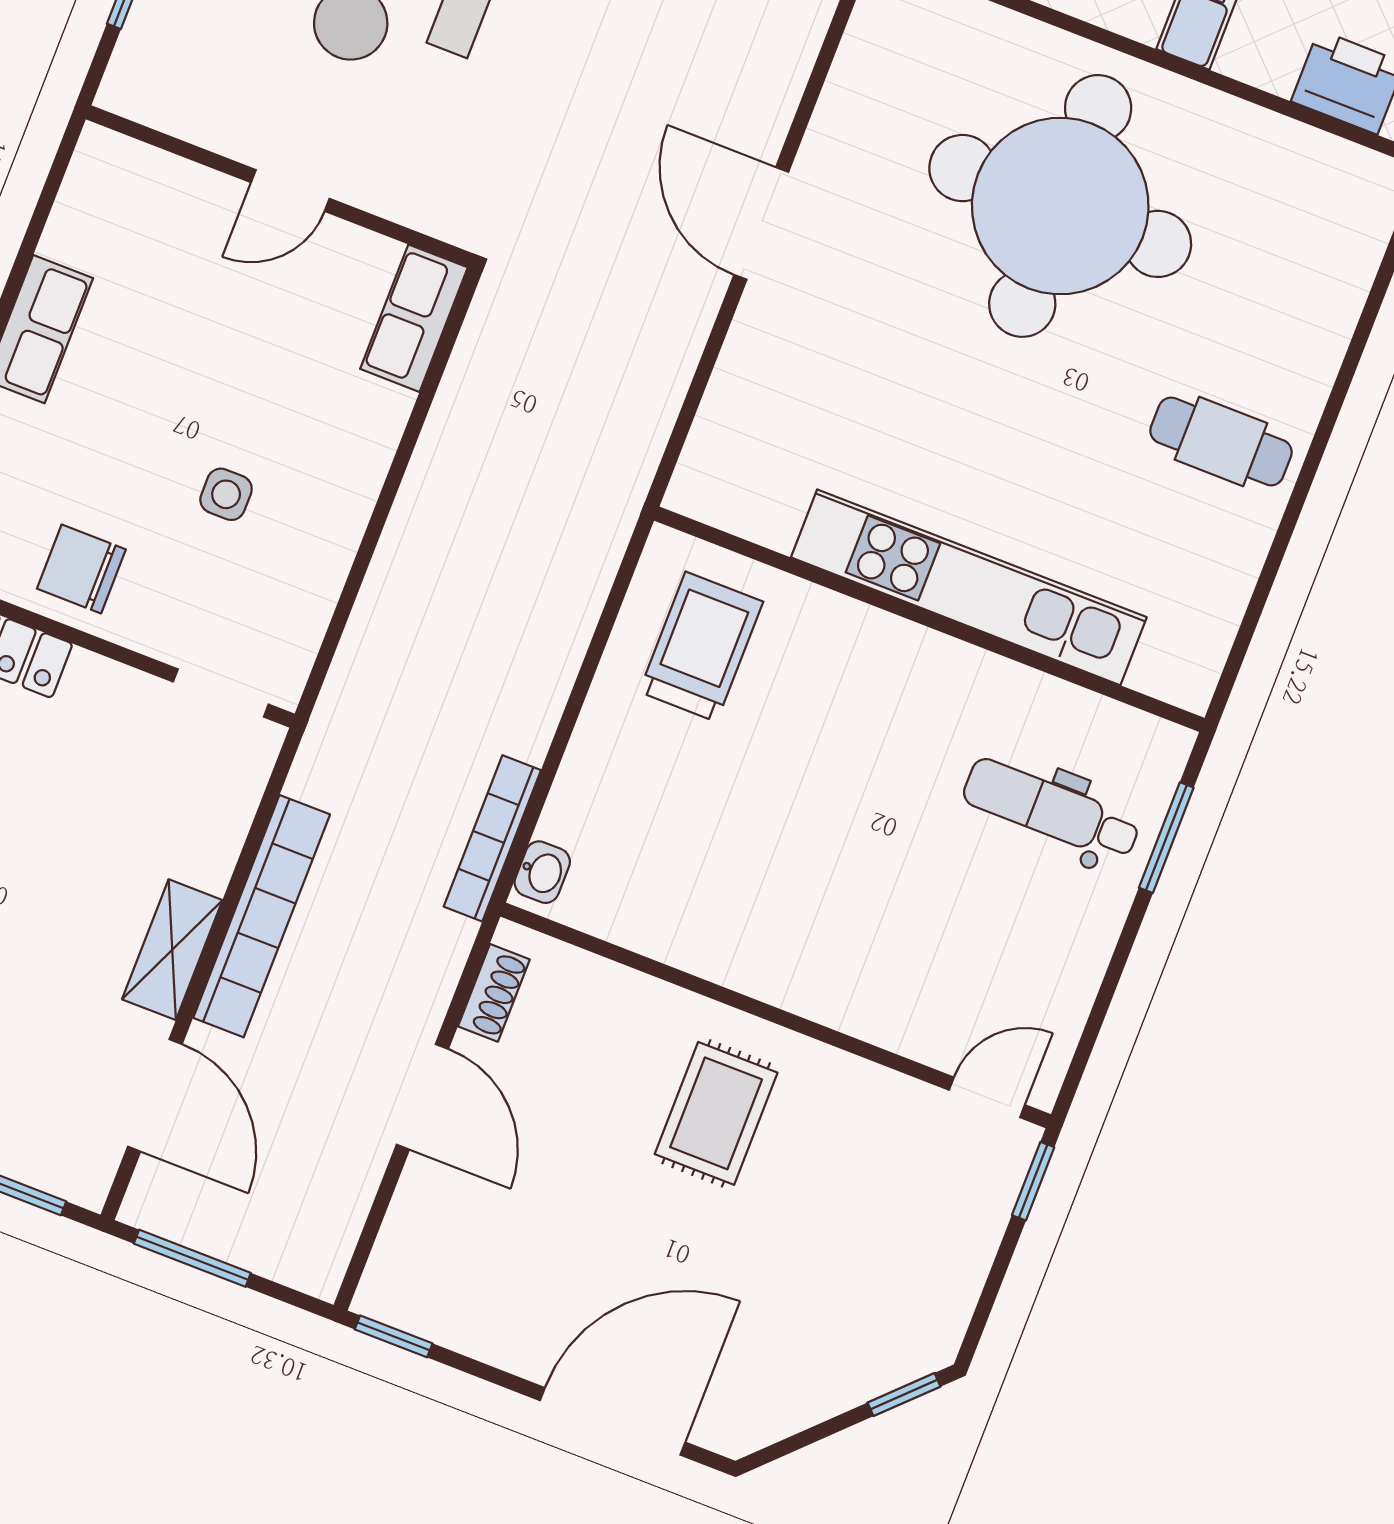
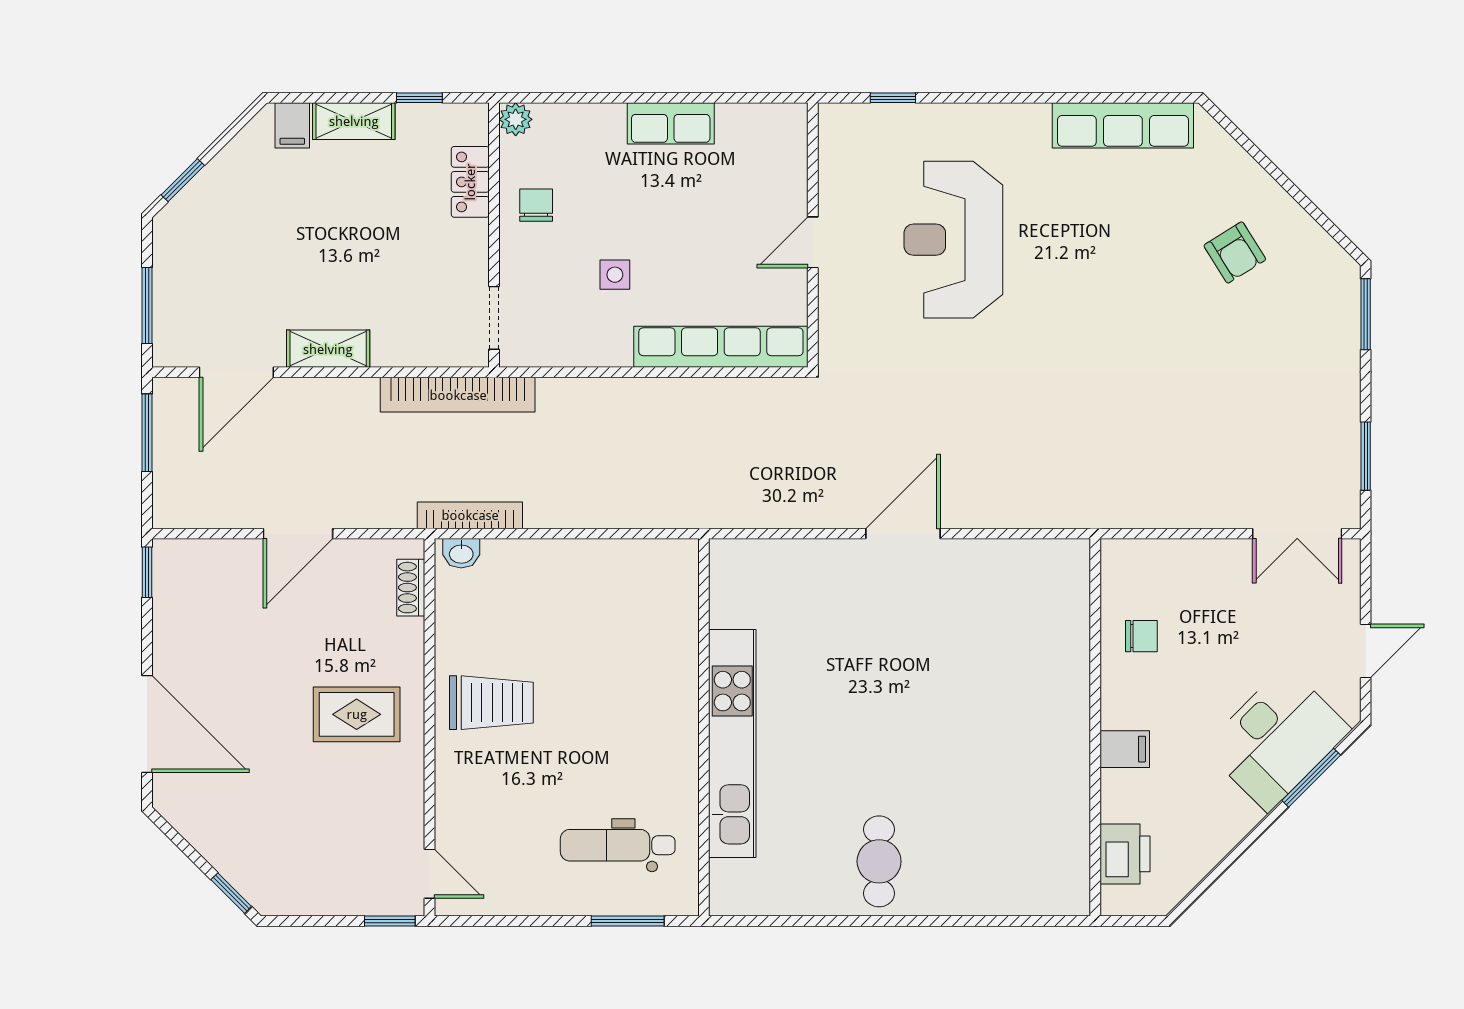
door: (290, 190) -> (813, 242), hinge flipped
round table: (1060, 206) -> (983, 710), removed
row of seats: (414, 318) -> (721, 347), width x2.02
chair: (81, 569) -> (536, 205), width x0.73, depth x0.73
trolley: (701, 647) -> (491, 703), moved
dental chair: (1051, 810) -> (618, 845), turned -90
bookcase: (262, 916) -> (458, 395), moved
shoe rack: (494, 993) -> (411, 588), moved, turned 90

